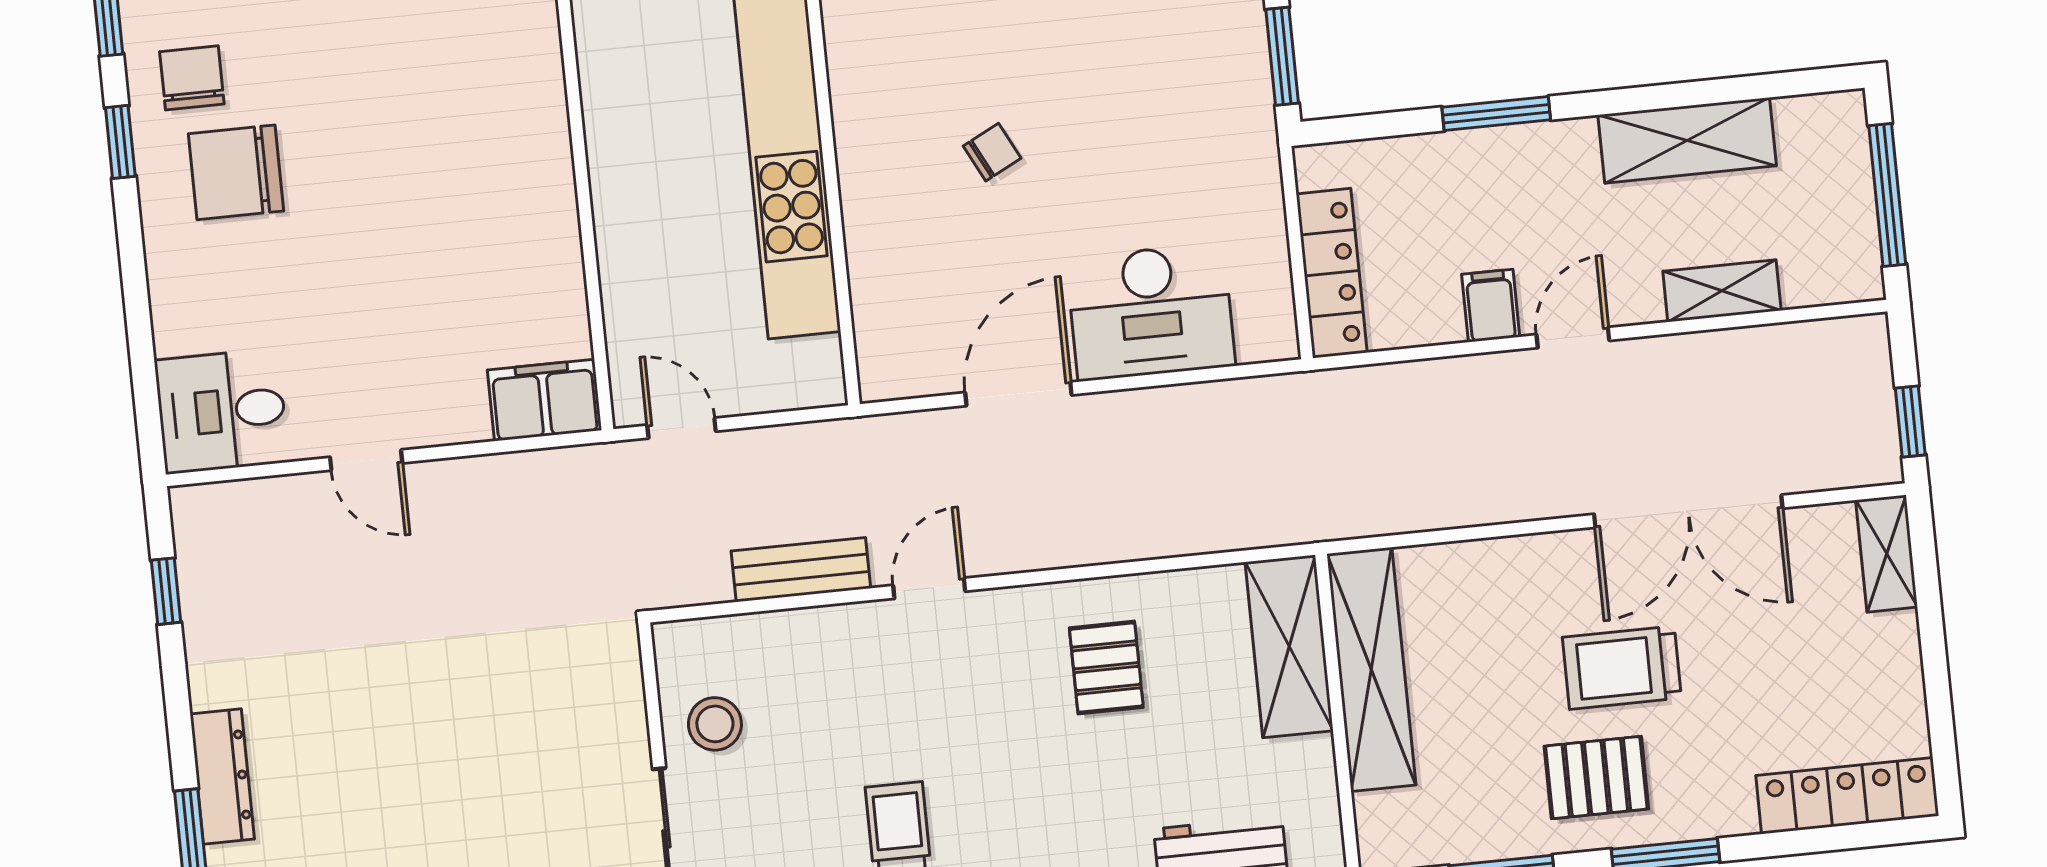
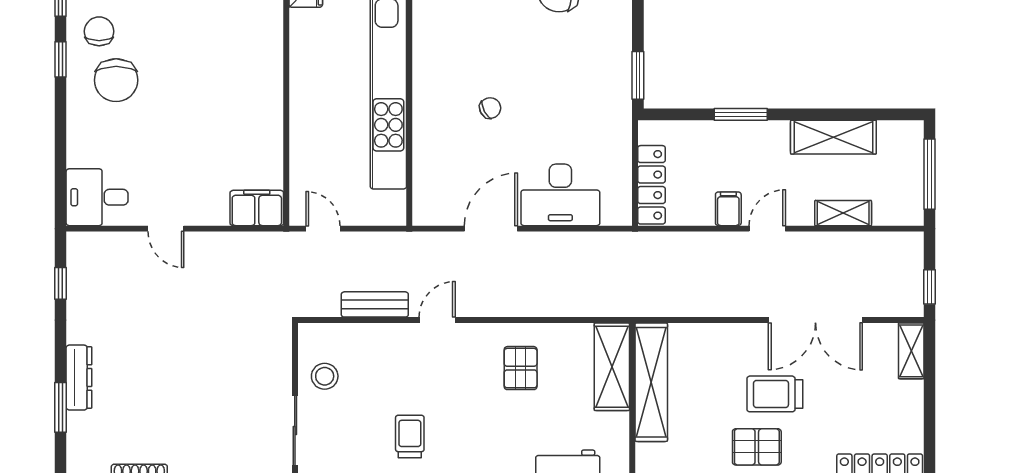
chair: (236, 172) -> (116, 80), turned -90

